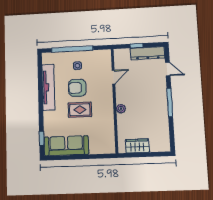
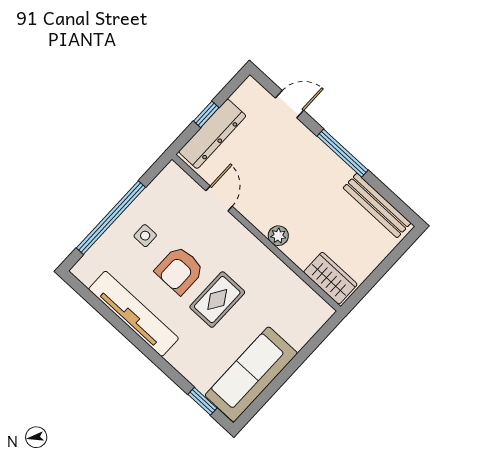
dresser: (148, 53) -> (212, 134), moved
bench: (164, 131) -> (377, 206), added
wardrobe: (137, 146) -> (330, 278), moved, turned 90

